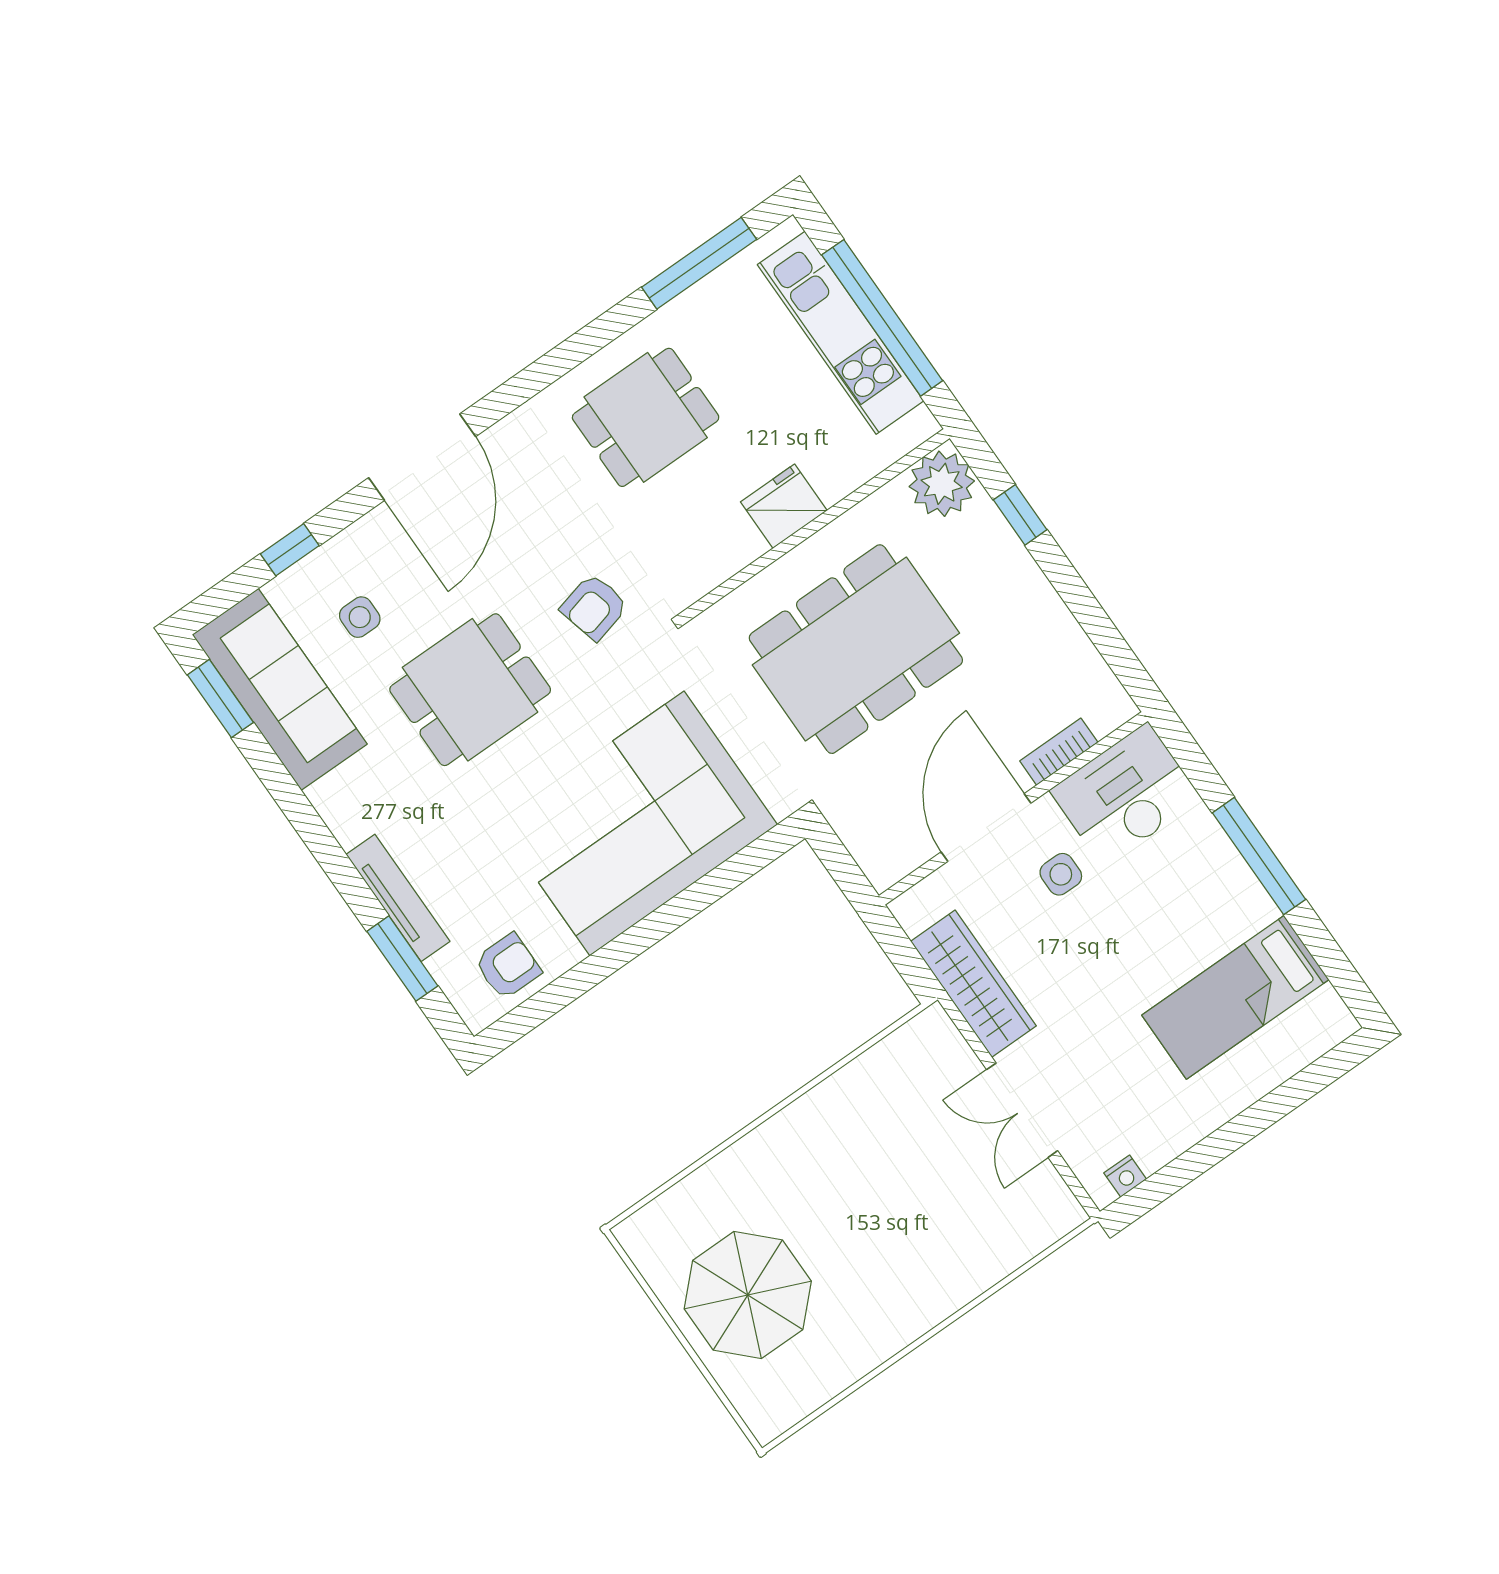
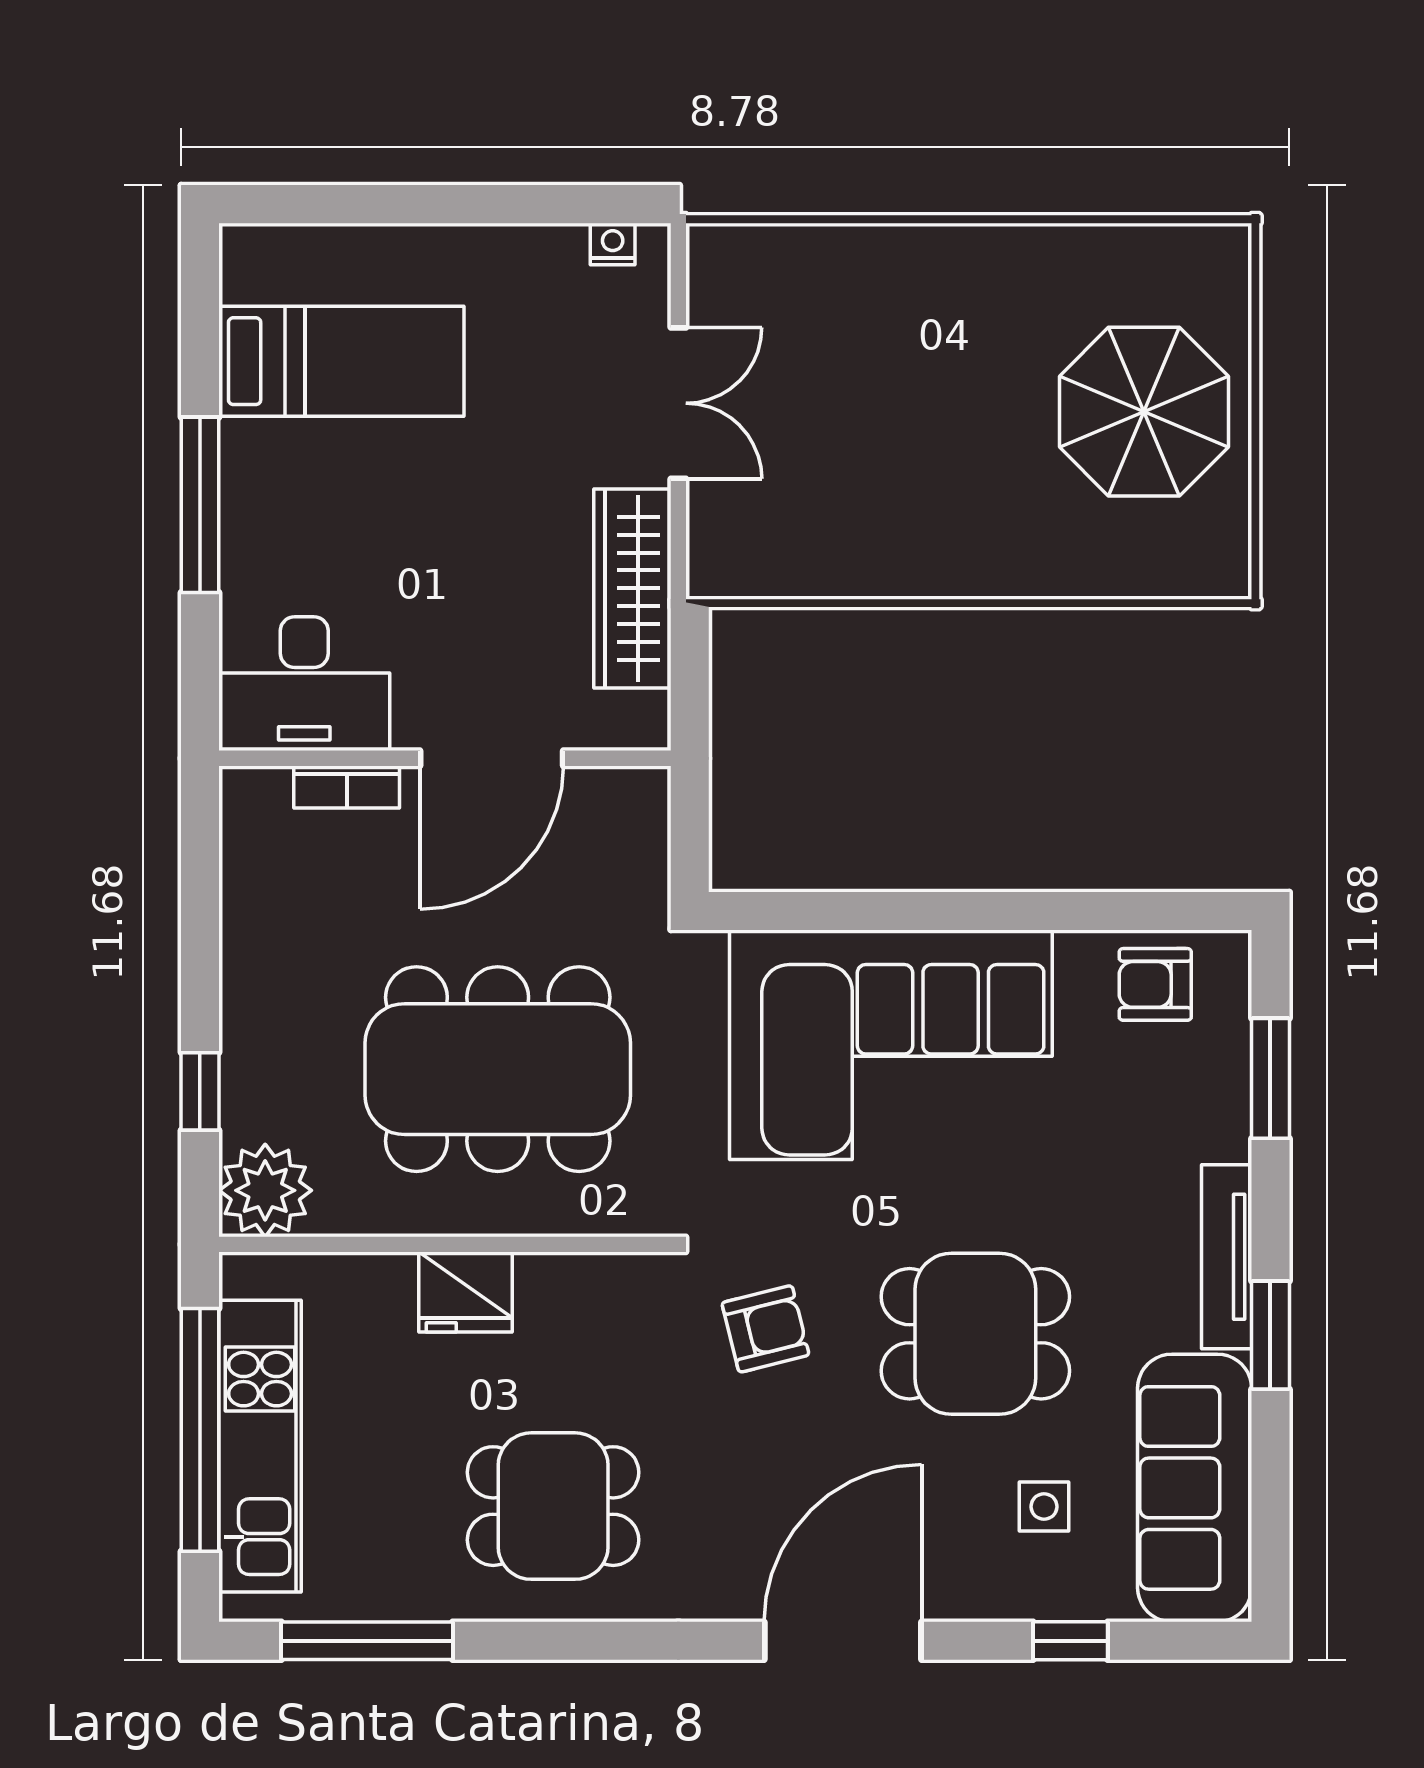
window: (220, 699) -> (1270, 1335), moved
side table: (1061, 874) -> (443, 644), removed
tv unit: (398, 898) -> (1227, 1257), moved

